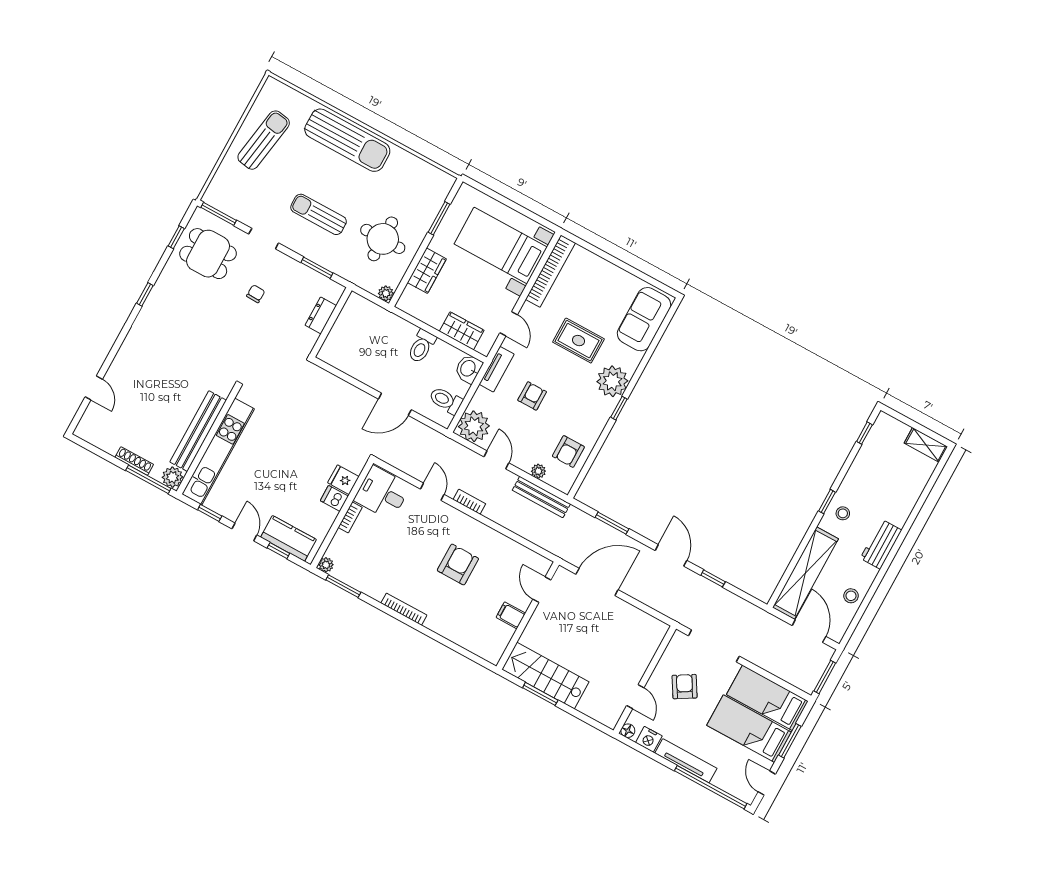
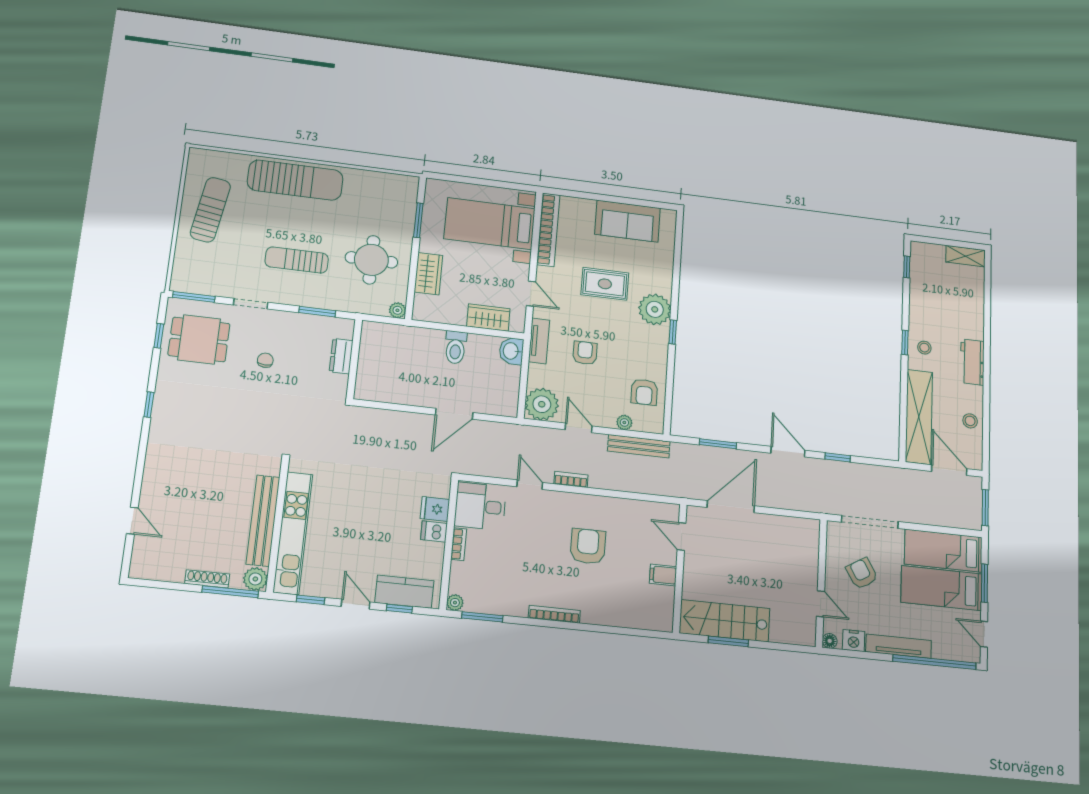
sofa: (644, 319) -> (627, 221), moved, turned -90
toilet: (446, 400) -> (503, 390), removed

